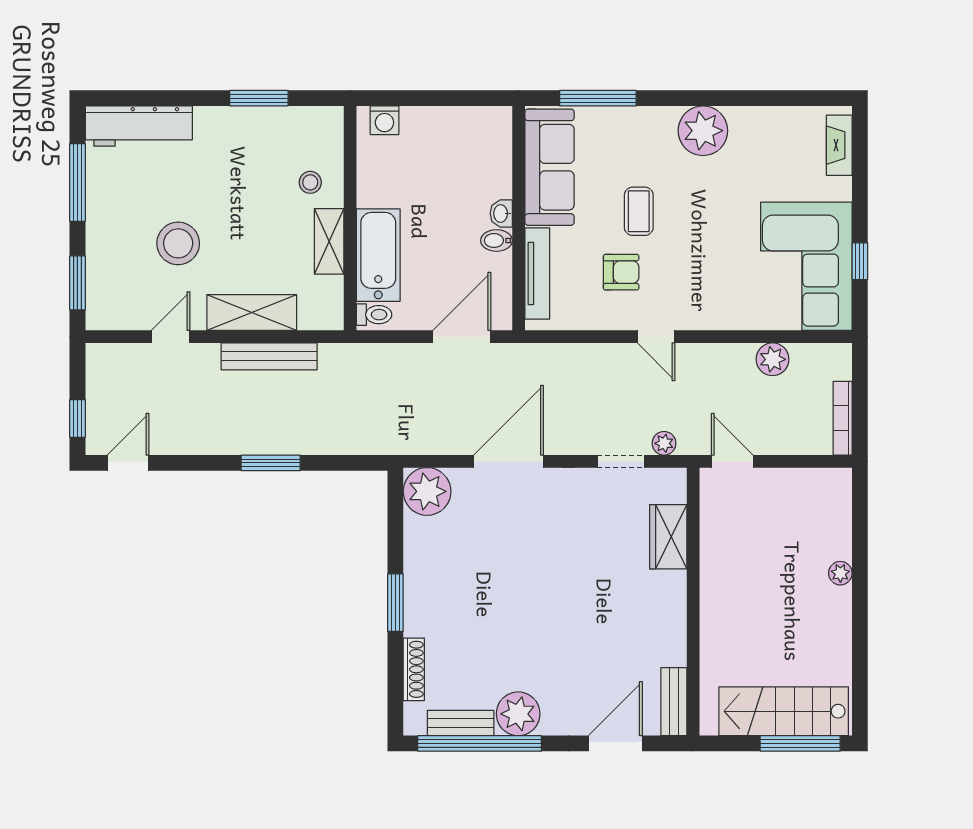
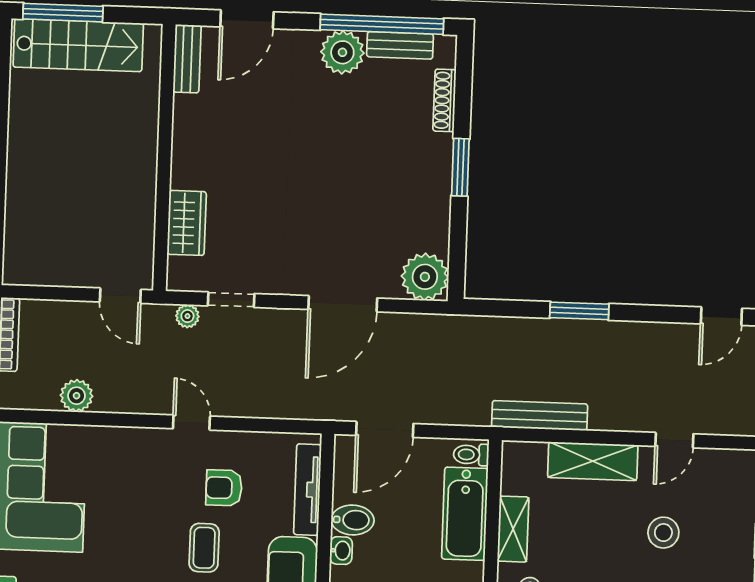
bidet: (496, 240) -> (353, 520), width x1.38, depth x1.36
stool: (178, 243) -> (663, 533), width x0.73, depth x0.73
bench: (269, 356) -> (540, 416), moved
plant: (840, 573) -> (17, 180), removed

